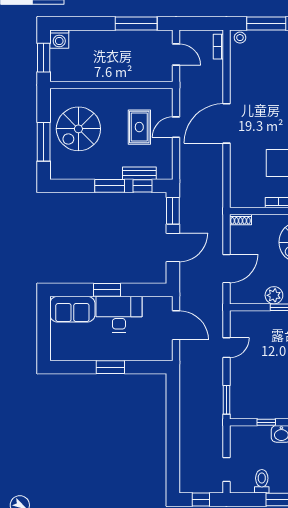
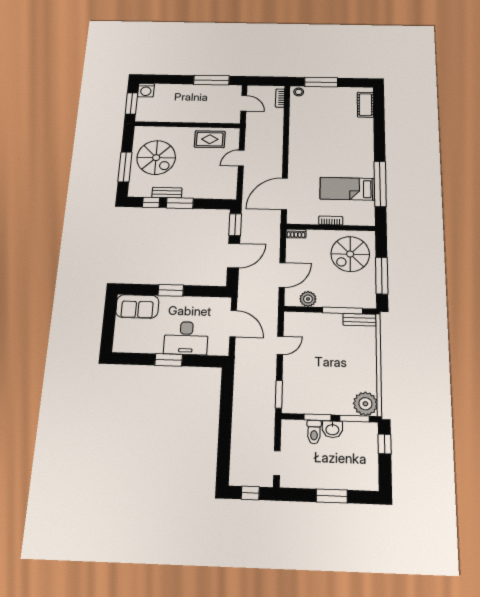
door: (226, 123) -> (284, 194), moved
rug: (139, 127) -> (210, 139), moved, turned 90
spiral stairs: (78, 129) -> (156, 158), turned -90
bench: (139, 173) -> (167, 193), moved
window: (142, 186) -> (151, 202), moved
plant: (274, 295) -> (308, 299), moved
desk: (119, 314) -> (186, 338), moved, turned 180
window: (266, 422) -> (318, 417), width x1.50
toilet: (262, 481) -> (314, 432), moved, turned 180

